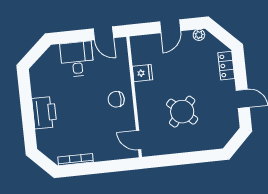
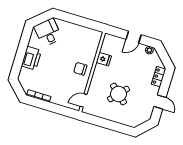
door: (103, 33) -> (90, 24), removed
desk: (77, 59) -> (48, 32), moved, turned -42
door: (139, 140) -> (84, 100), hinge flipped

